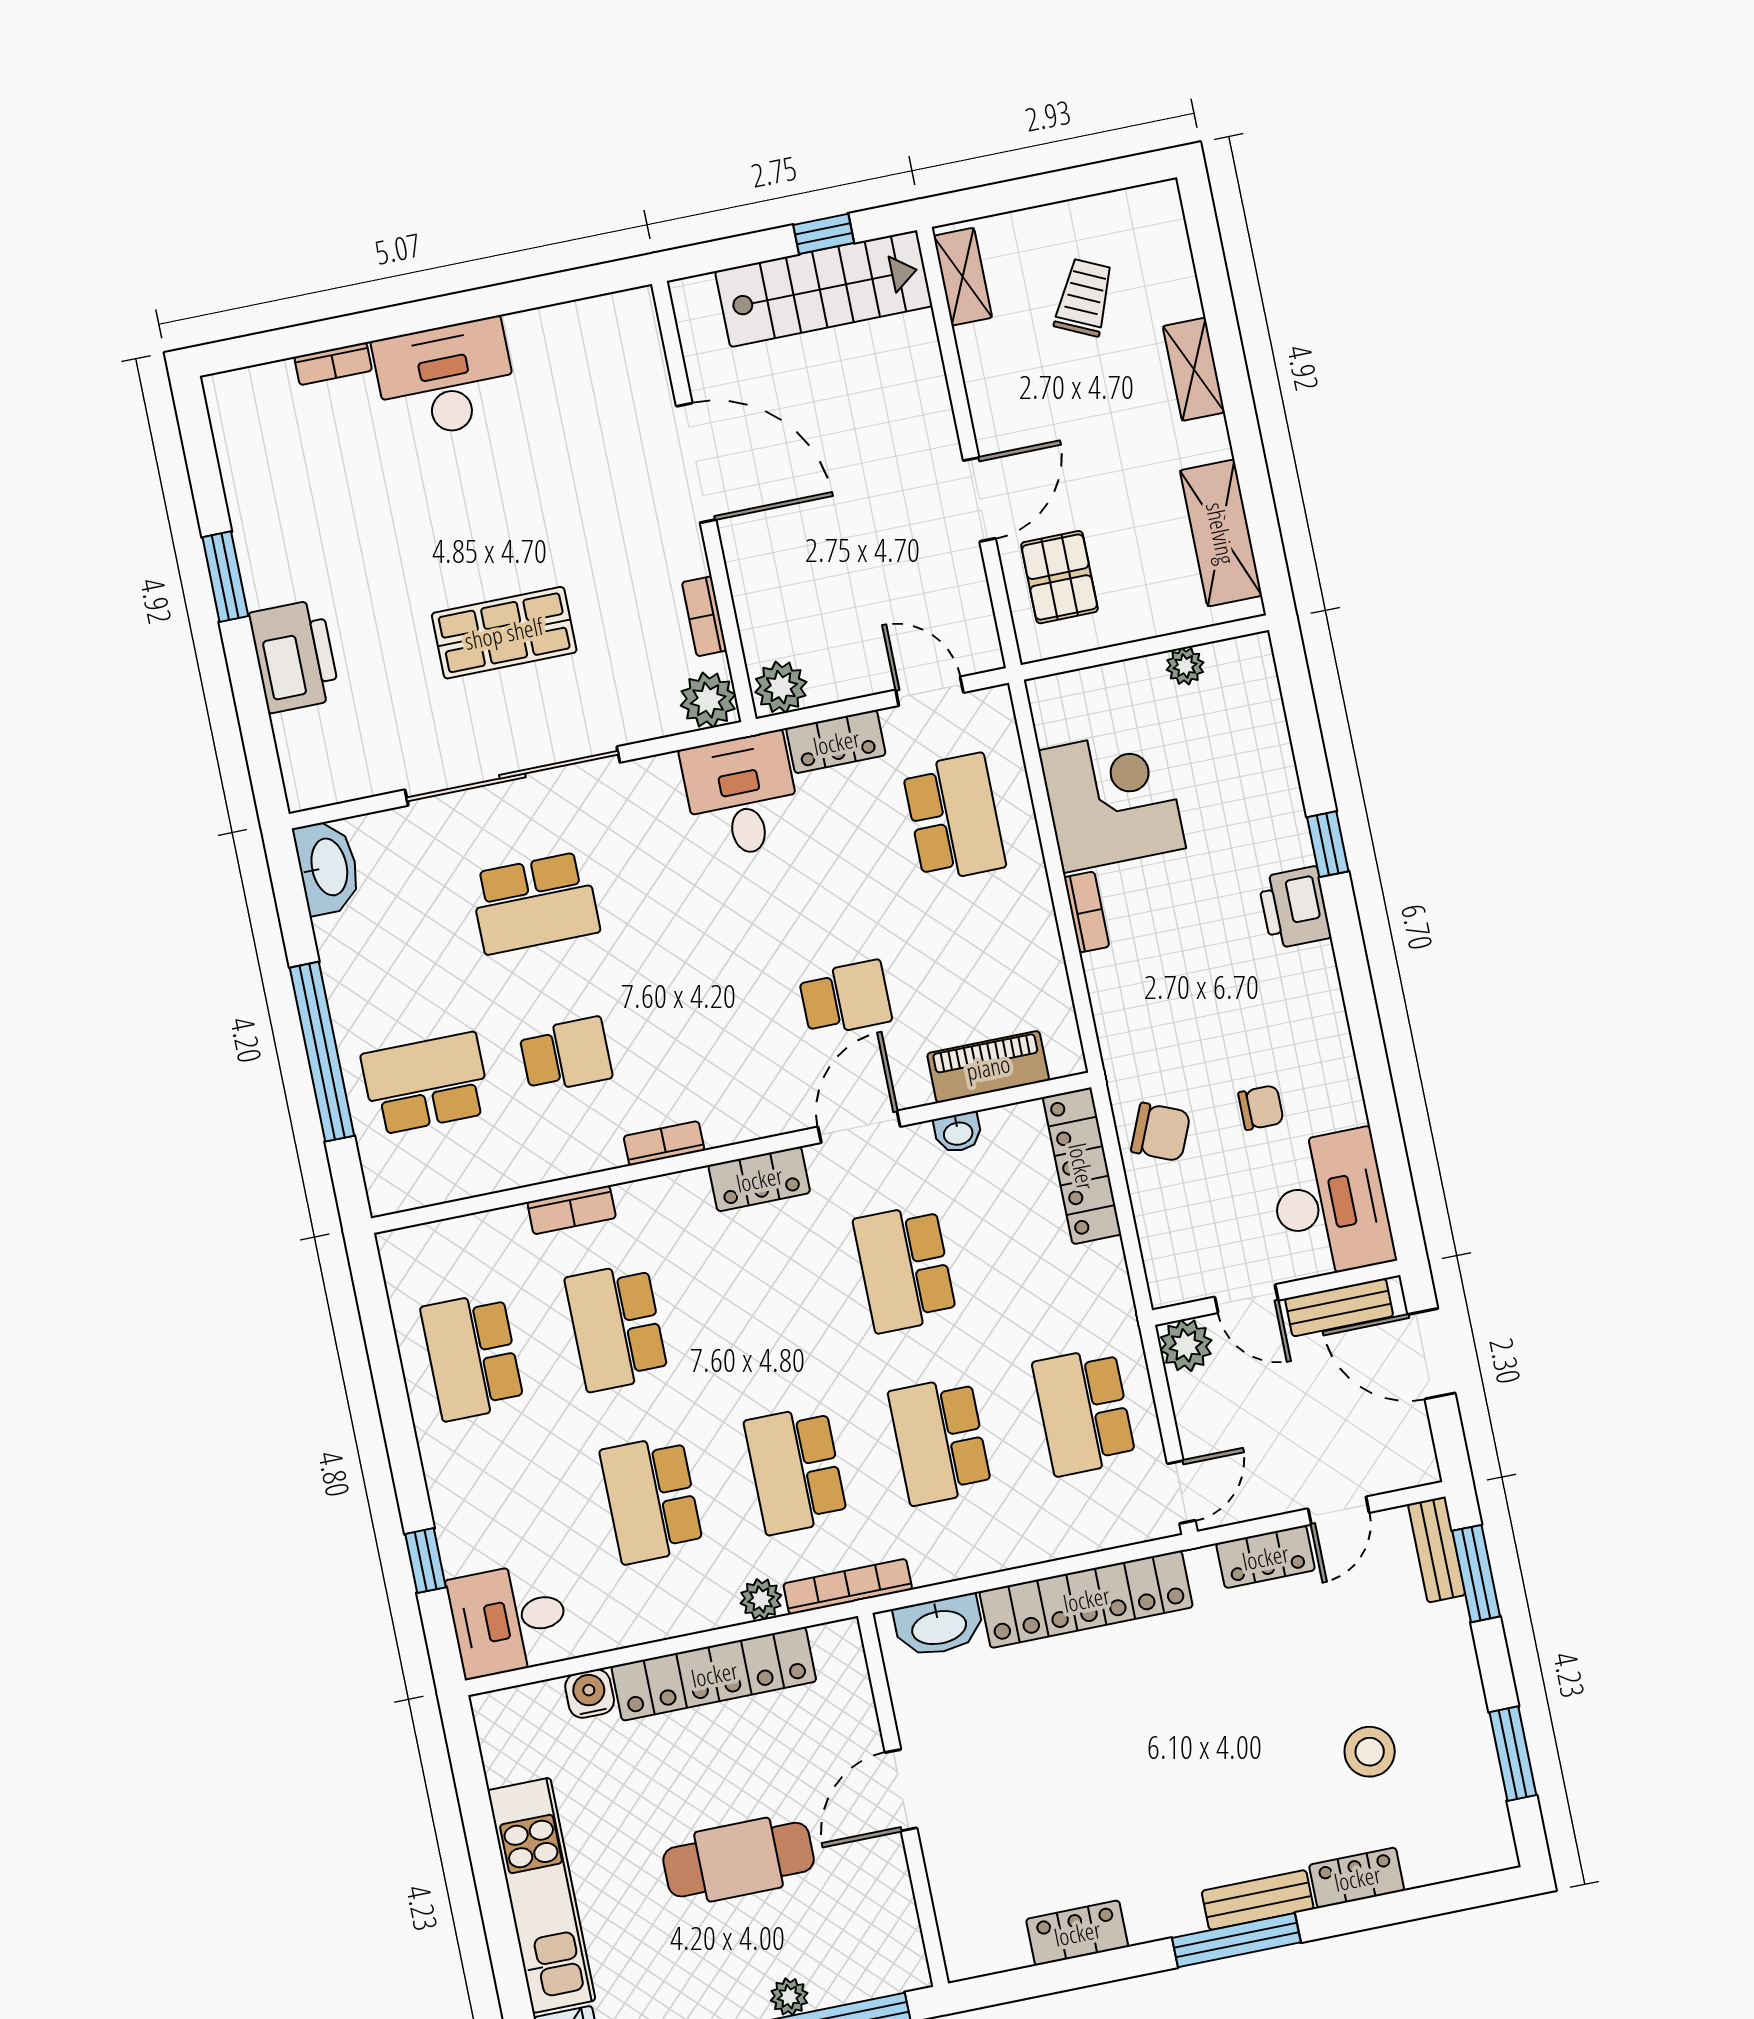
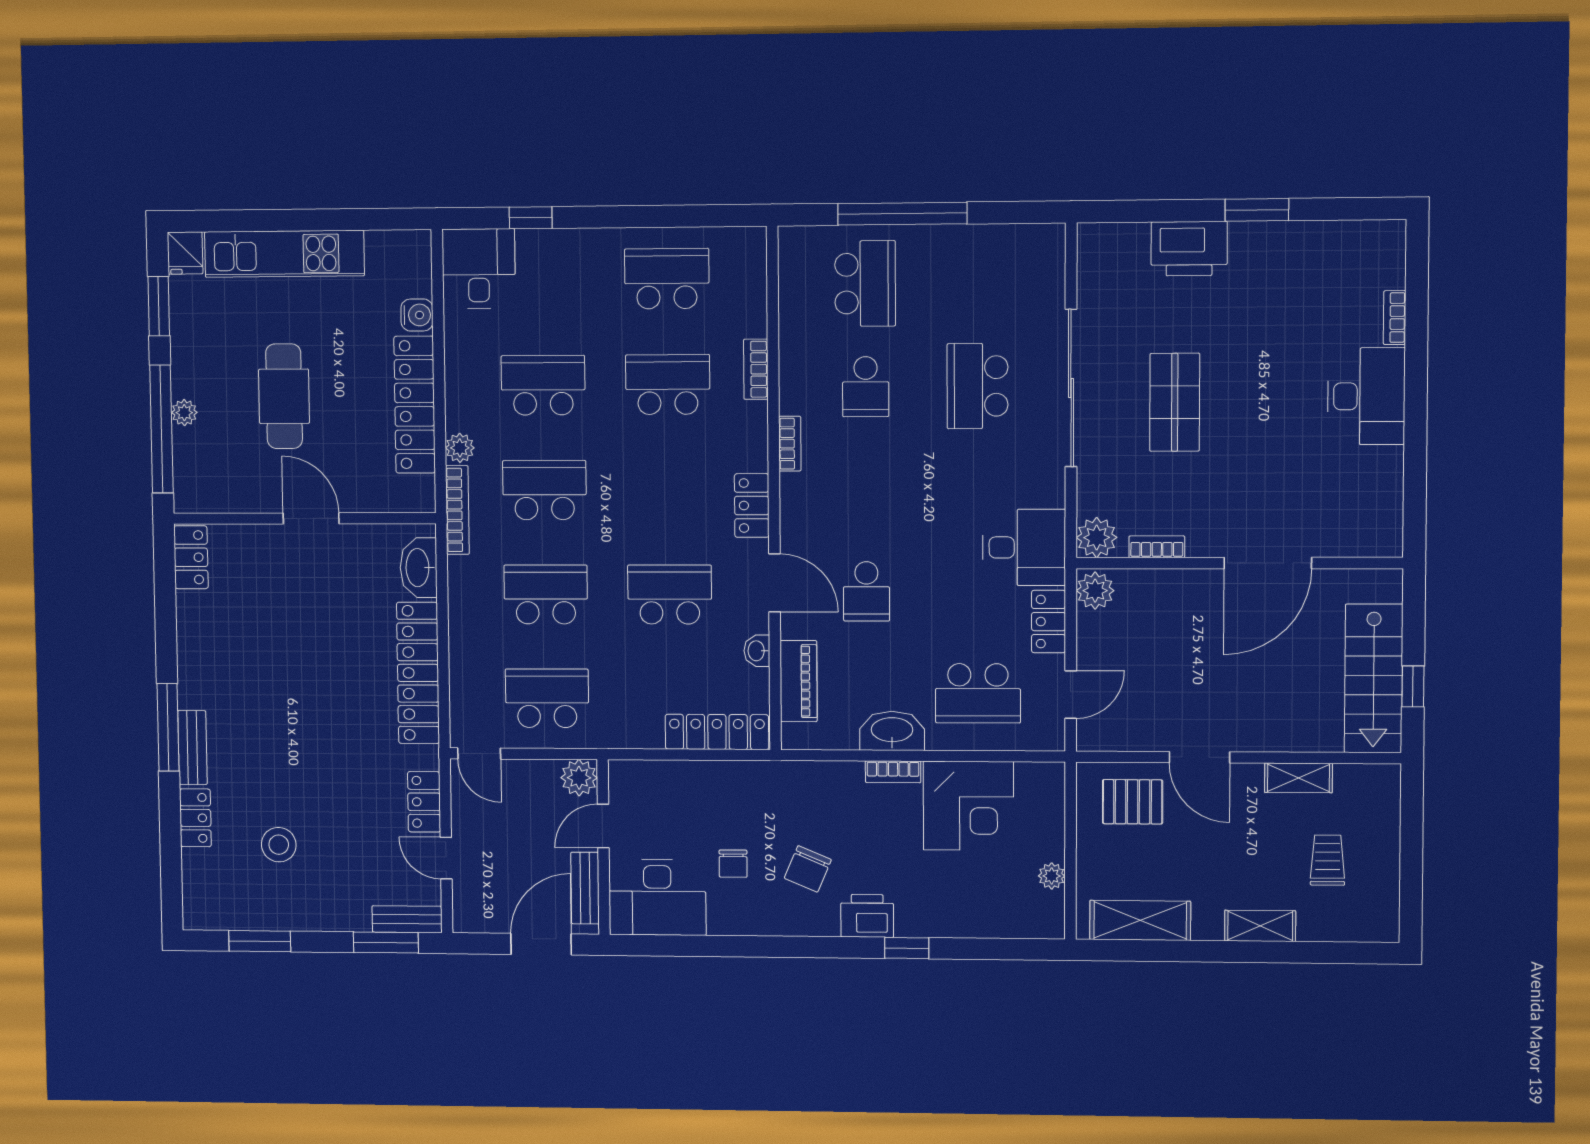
shelving: (963, 277) -> (1298, 778), moved
trolley: (1084, 298) -> (1328, 860), turned -115
washbasin: (328, 867) -> (892, 731), moved, turned 180
chair: (1161, 1132) -> (808, 869), moved
locker: (1077, 1933) -> (191, 557), moved

